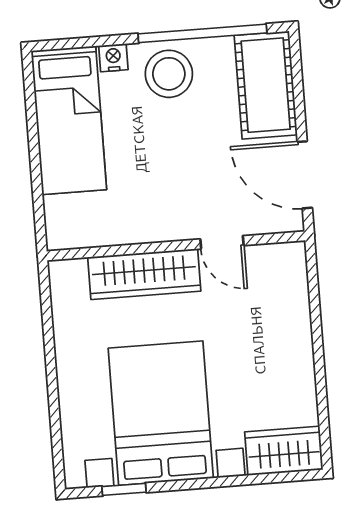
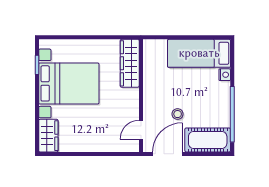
stool: (169, 74) -> (178, 114), moved, width x0.53, depth x0.53
door: (222, 242) -> (141, 130), moved
wardrobe: (144, 274) -> (130, 63), moved

